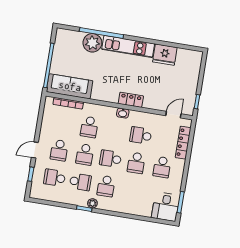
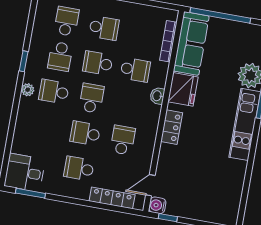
fridge: (165, 55) -> (183, 89), moved, turned 180
water cooler: (188, 109) -> (157, 205), added
washbasin: (123, 113) -> (157, 96), moved
door: (173, 115) -> (150, 185), swing flipped
school desk: (89, 127) -> (135, 70), turned 180
school desk: (59, 150) -> (104, 28), turned 180
plant: (92, 203) -> (28, 90), moved

